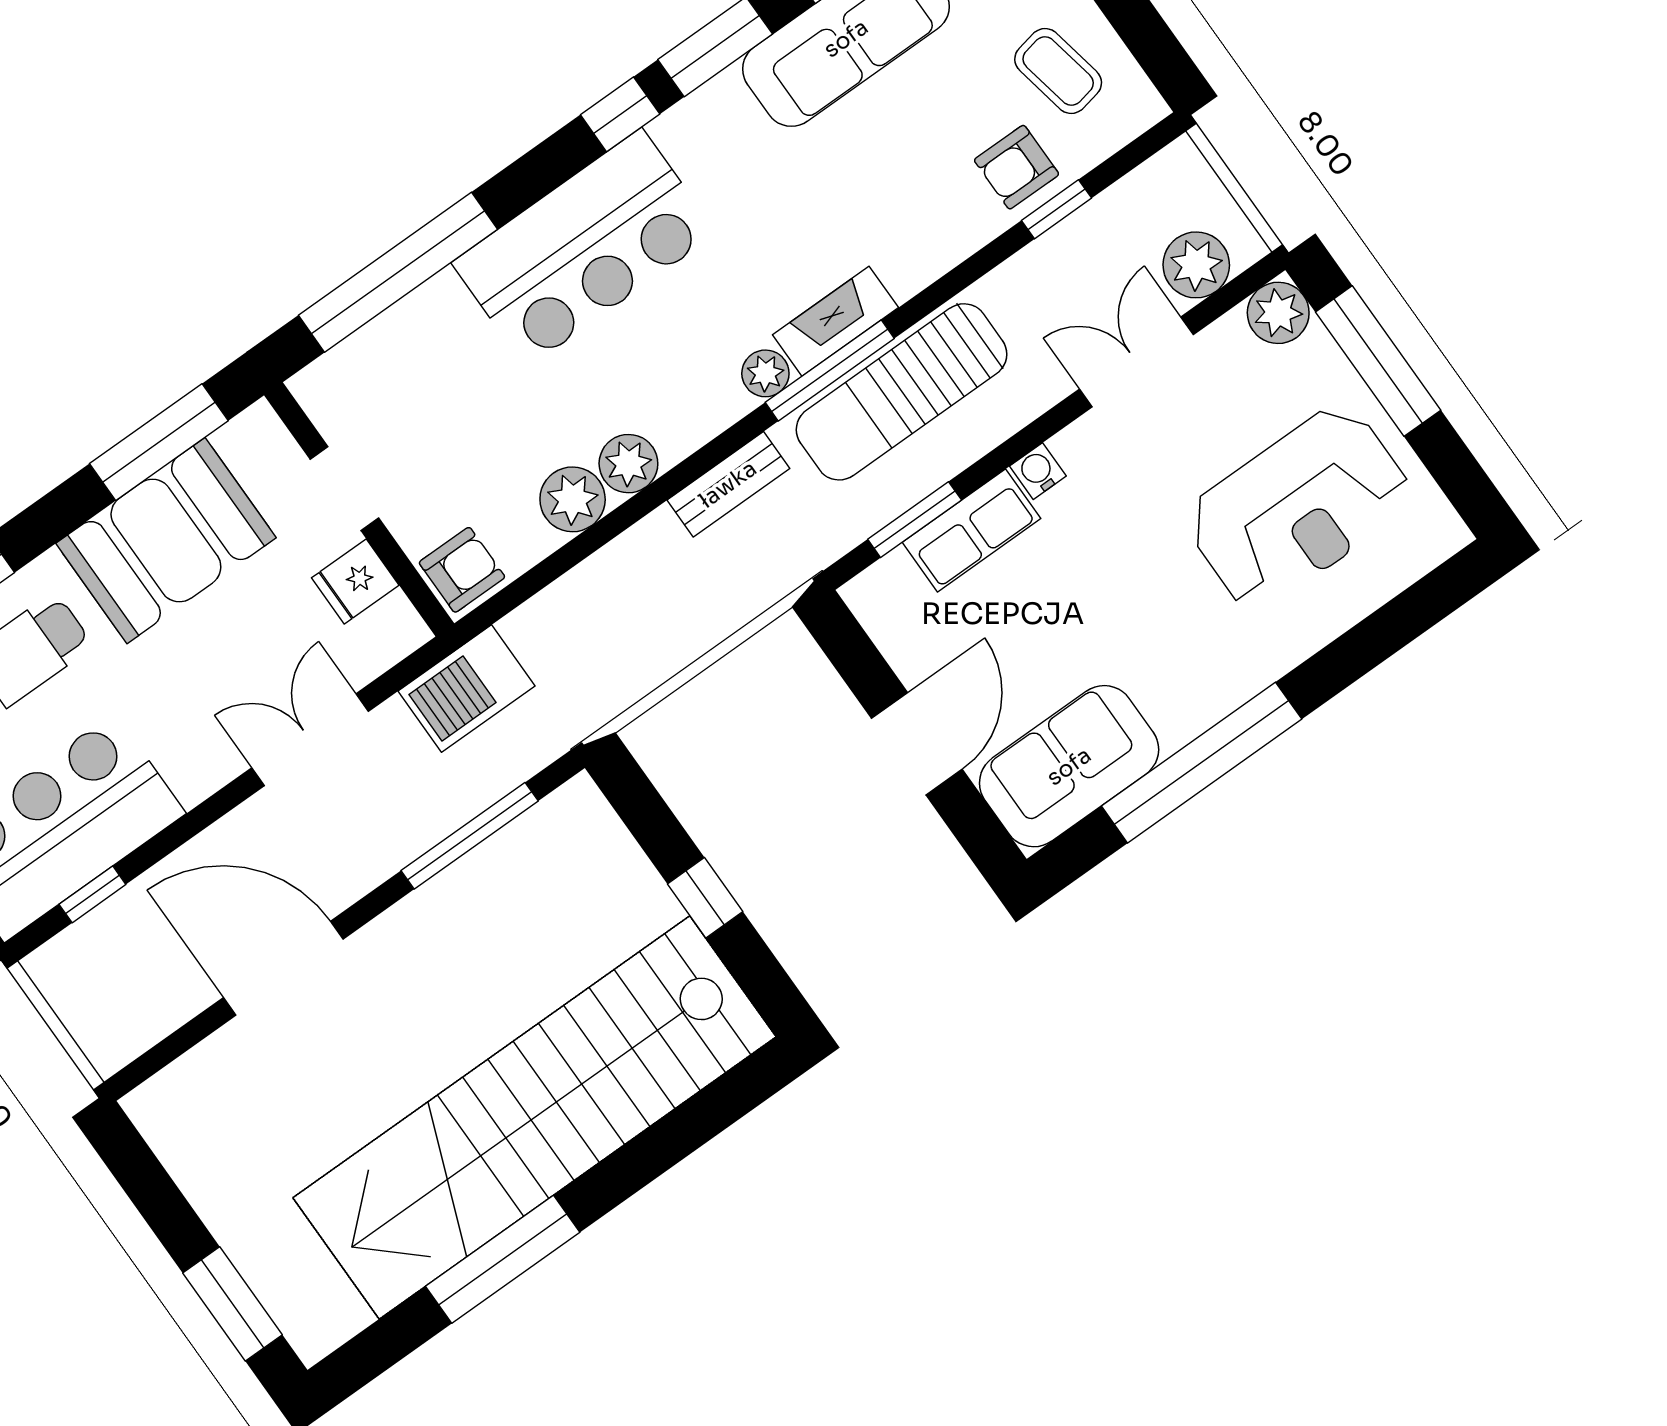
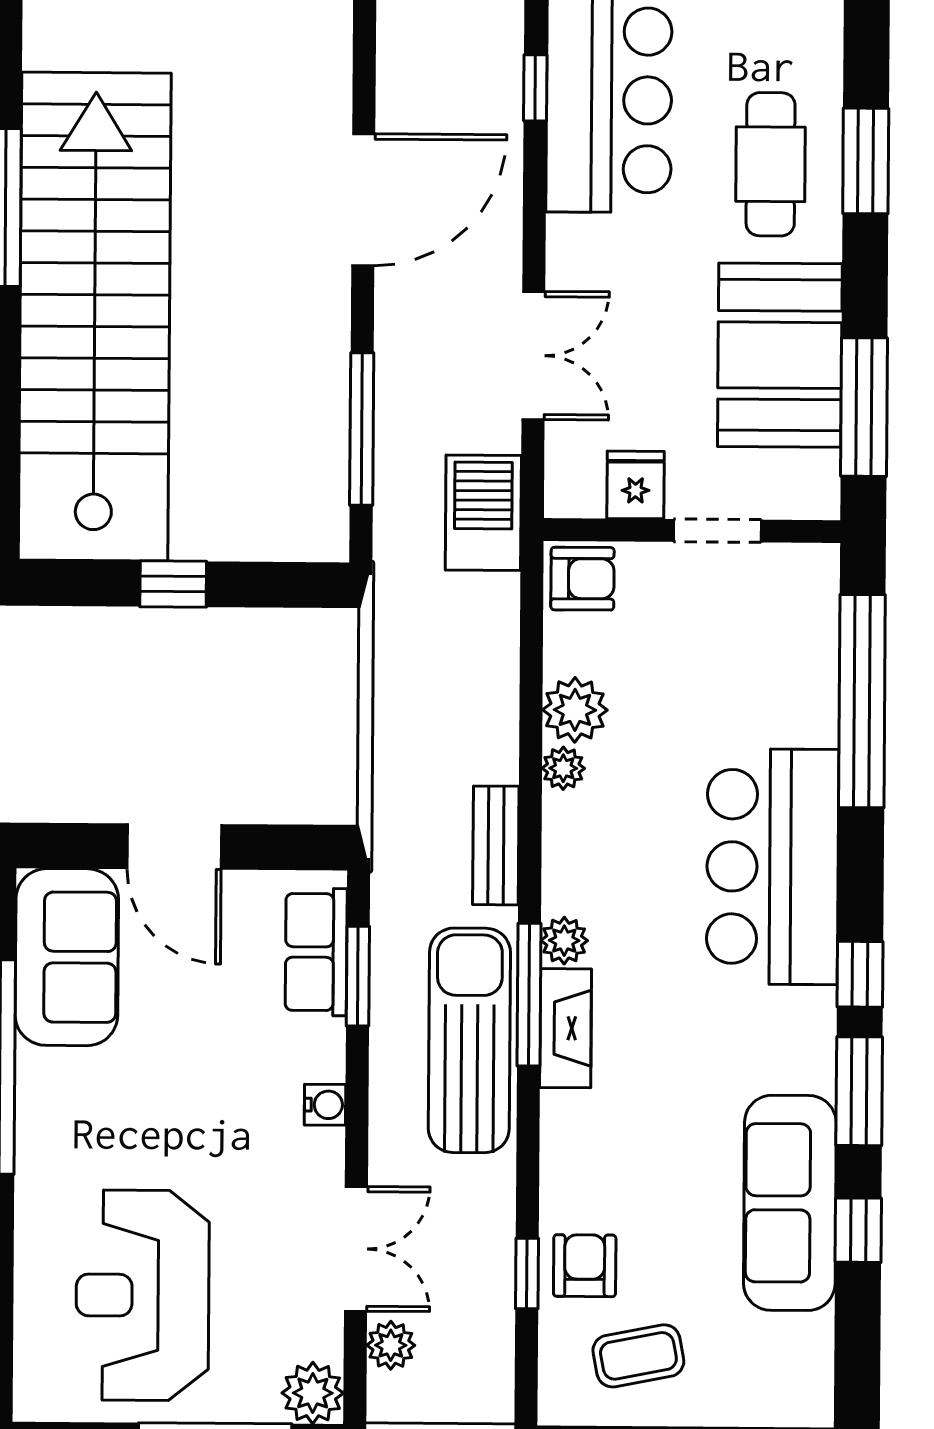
plant: (1196, 265) -> (391, 1345), width x0.73, depth x0.73
plant: (628, 464) -> (563, 768), width x0.73, depth x0.73
row of seats: (971, 530) -> (316, 952), moved
armchair: (462, 570) -> (582, 579), turned -90

